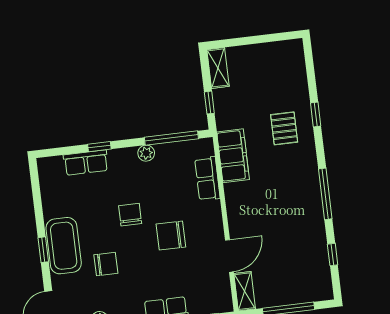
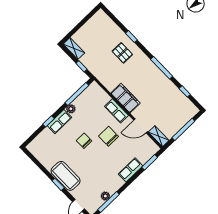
filing cabinet: (233, 156) -> (125, 98), moved
row of seats: (86, 163) -> (59, 122), moved
row of seats: (207, 179) -> (116, 111), moved
chair: (171, 236) -> (109, 136), turned 90
door: (229, 256) -> (141, 126), swing flipped
chair: (106, 264) -> (90, 170), removed

